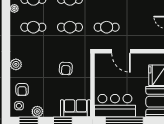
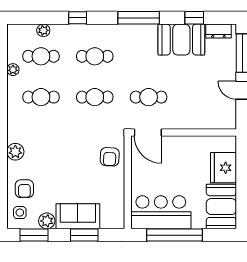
door: (121, 51) -> (148, 133), moved
armchair: (66, 68) -> (110, 157), moved
sofa: (75, 108) -> (78, 216), moved

